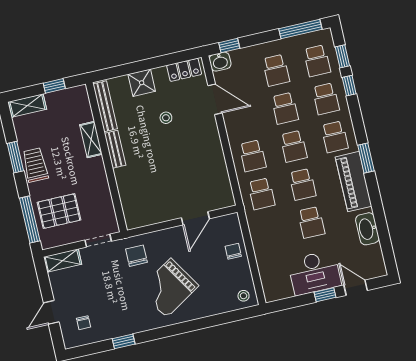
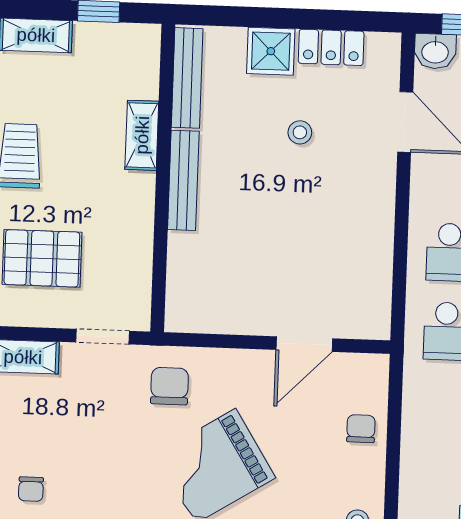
locker: (184, 70) -> (331, 47), moved
bench: (115, 149) -> (183, 180), width x1.36

